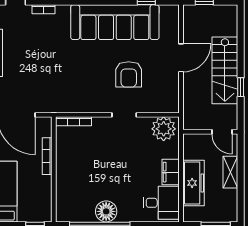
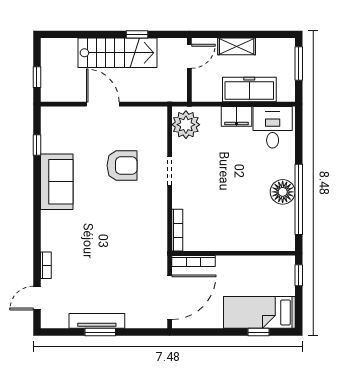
sofa: (115, 22) -> (57, 182), width x0.54, depth x0.79
bookcase: (47, 156) -> (193, 261), moved

